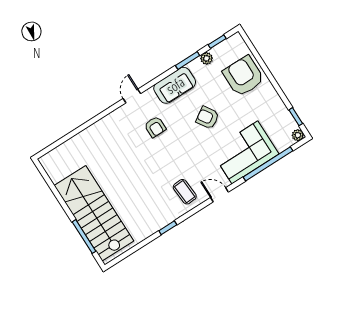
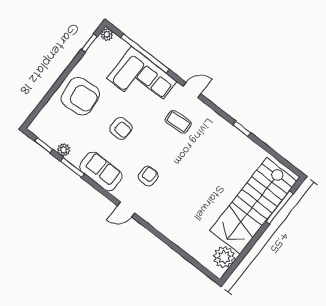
armchair: (243, 76) -> (80, 96), moved, turned -96
armchair: (207, 118) -> (121, 128), turned -55
plant: (57, 170) -> (224, 257), added
coffee table: (185, 192) -> (178, 122), moved, turned 90
door: (219, 195) -> (192, 90), swing flipped

